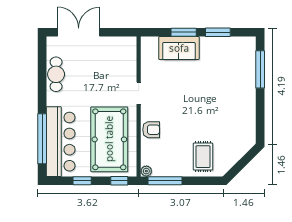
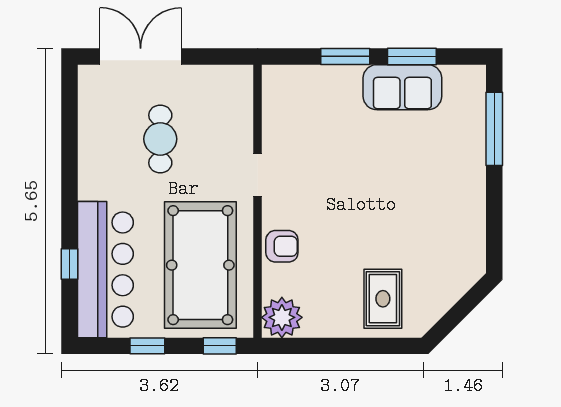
sofa: (179, 48) -> (402, 87), moved
cafe table: (56, 74) -> (160, 139), moved
window: (42, 139) -> (70, 264), width x0.32
plant: (146, 171) -> (282, 317), width x1.88, depth x1.88
window: (165, 181) -> (309, 346), removed

